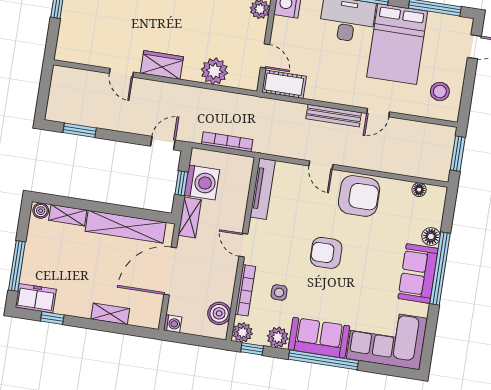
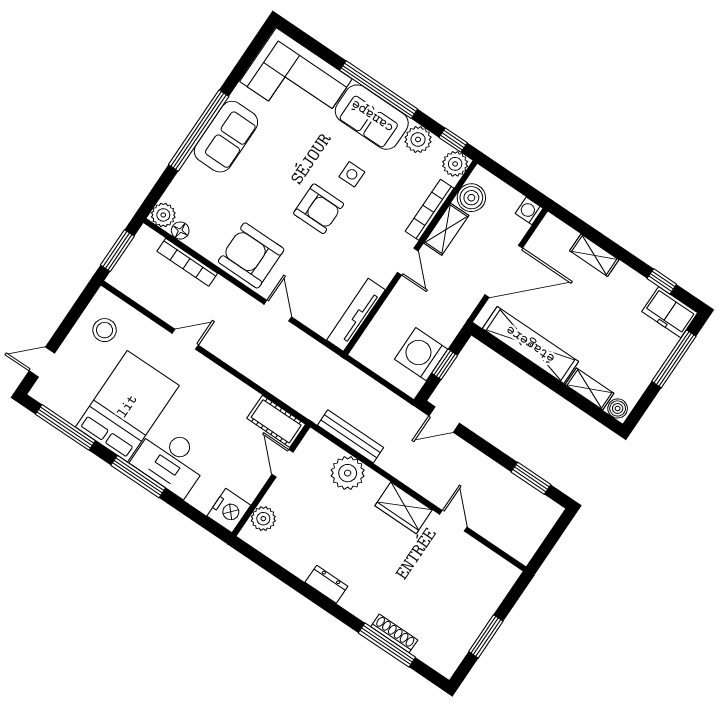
bench: (334, 116) -> (351, 436), moved
bookcase: (227, 142) -> (187, 262), moved
plant: (437, 195) -> (163, 215), added
shelving: (190, 218) -> (446, 229), moved
floor lamp: (431, 236) -> (192, 171), removed
side table: (279, 292) -> (352, 174), moved

